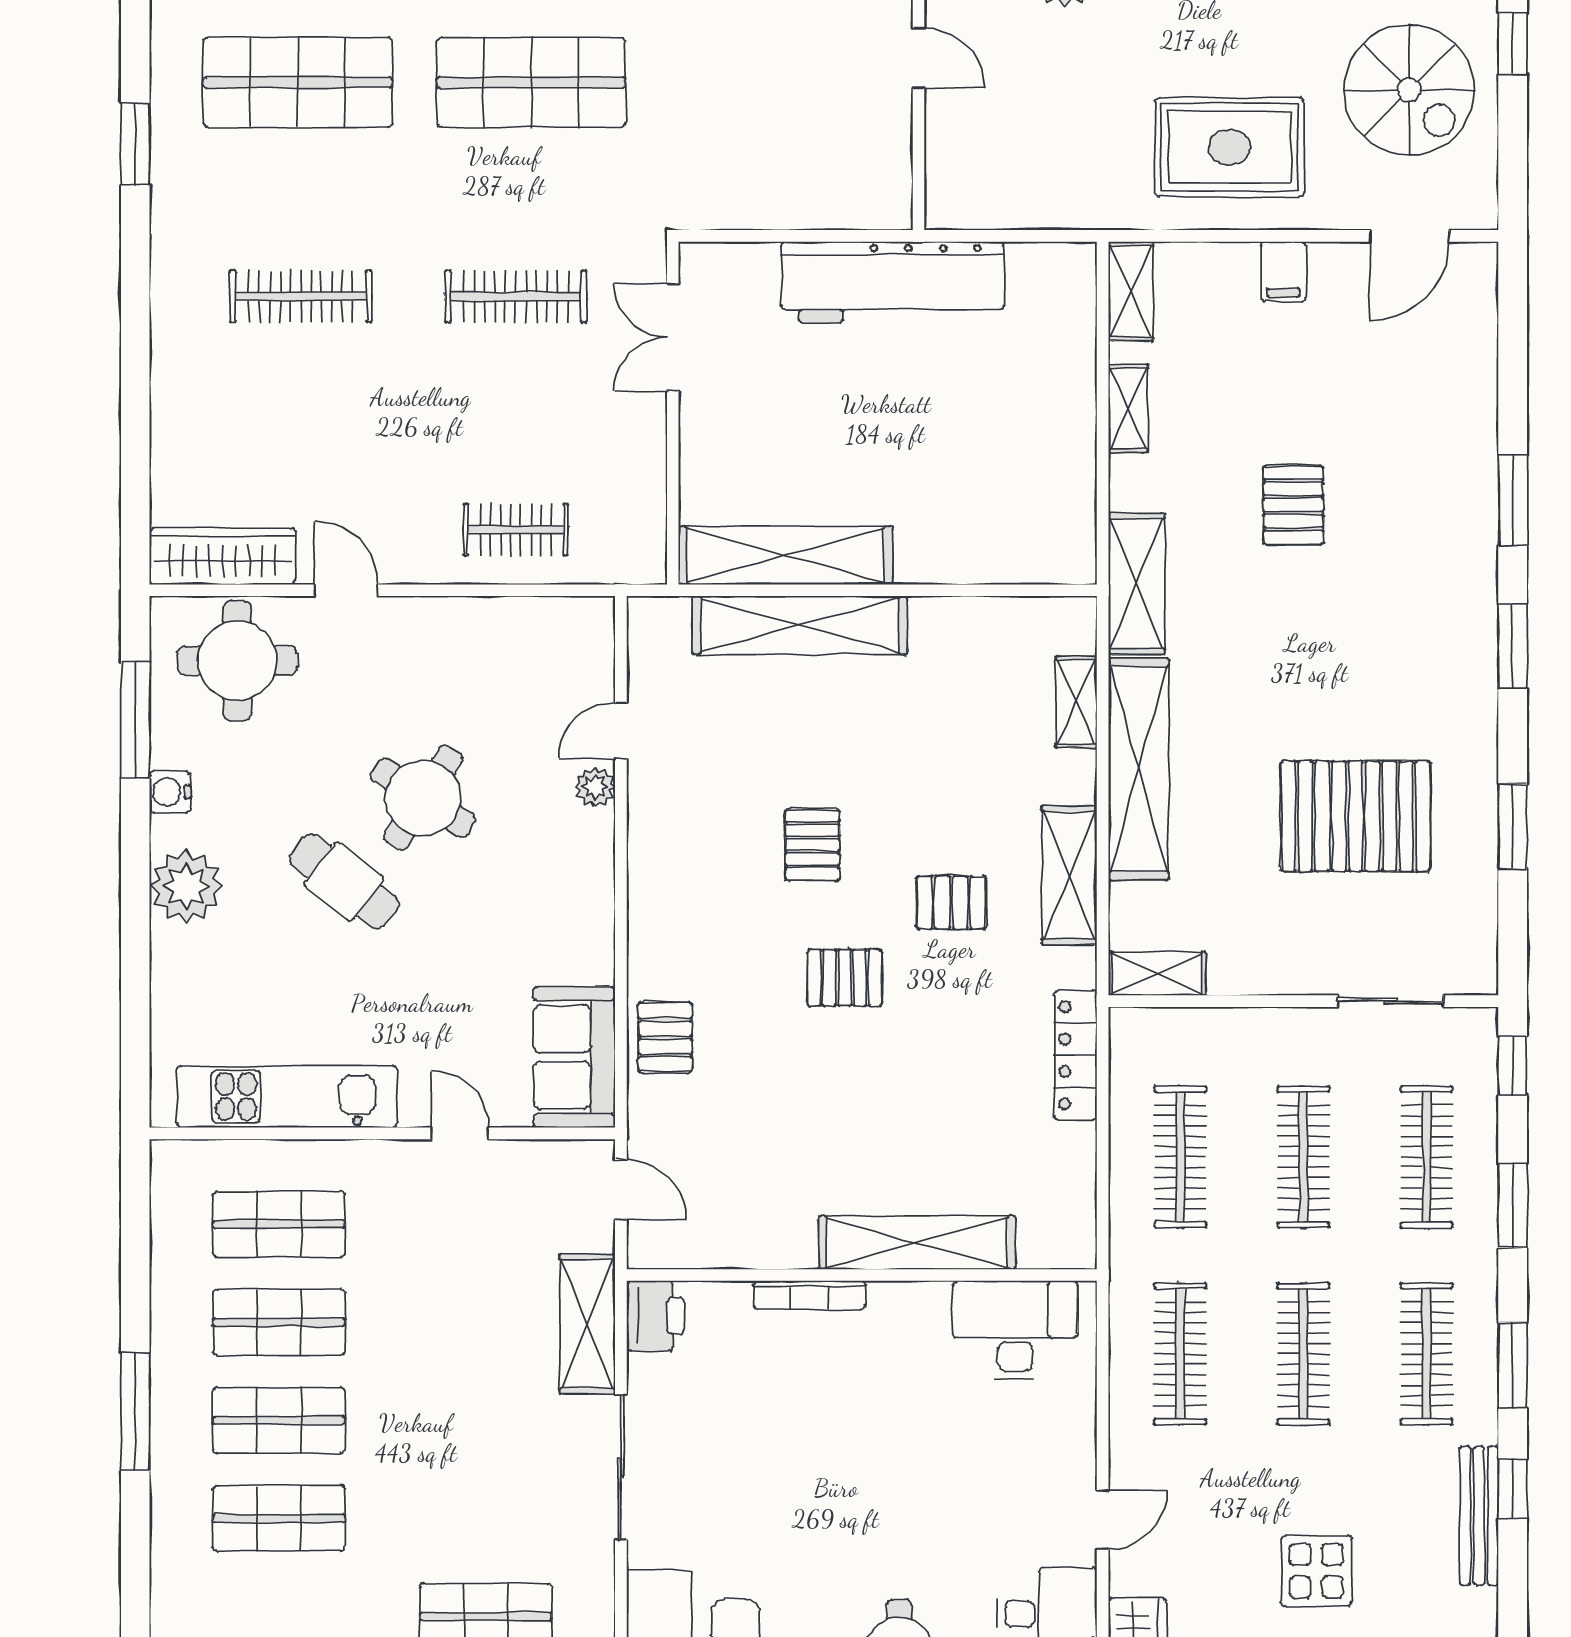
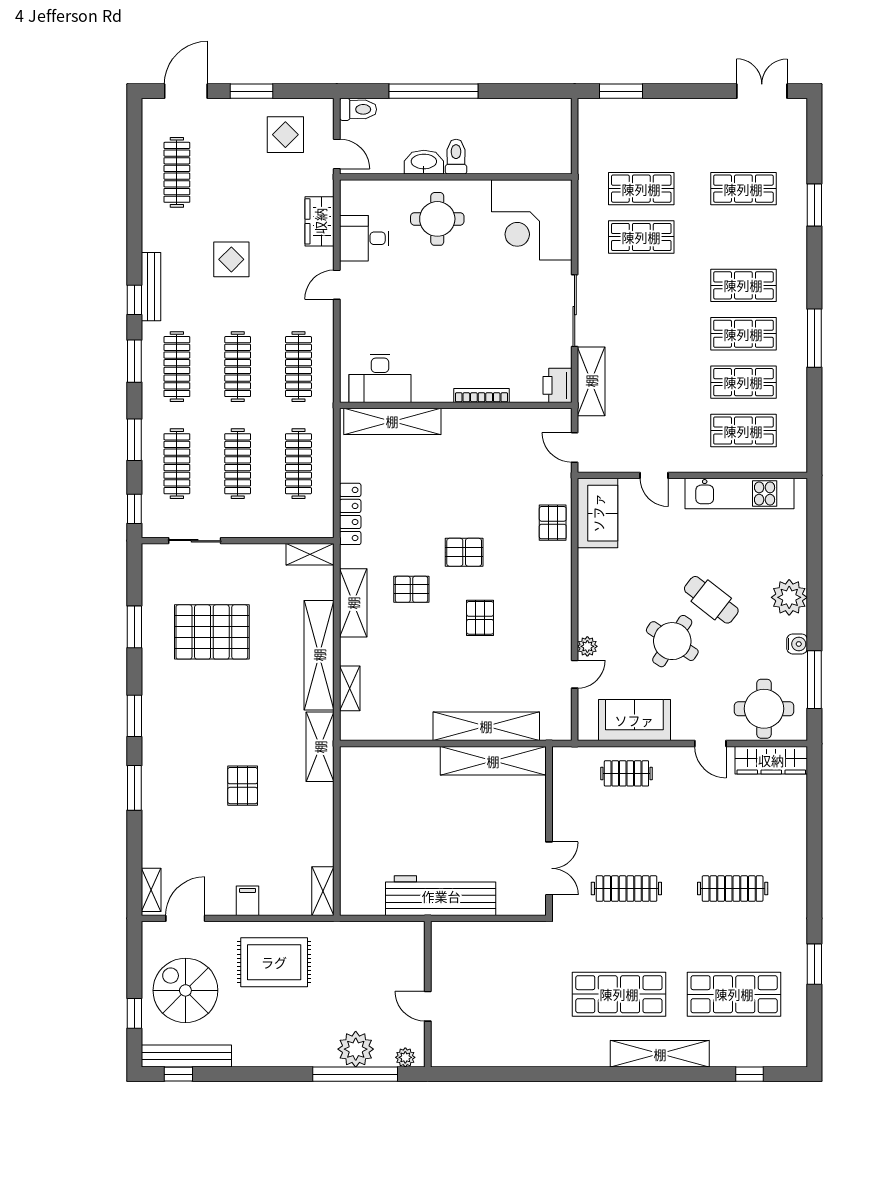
shelving: (1128, 409) -> (151, 890), moved
sofa: (500, 638) -> (634, 720), added
shelving: (917, 1243) -> (392, 421), moved

